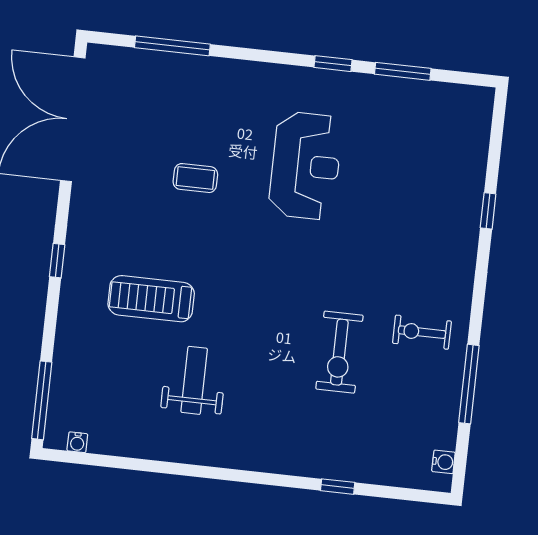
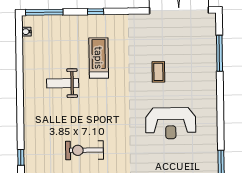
window: (333, 64) -> (221, 130), removed
window: (57, 261) -> (96, 12), moved
weight bench: (194, 380) -> (63, 83), turned 180

